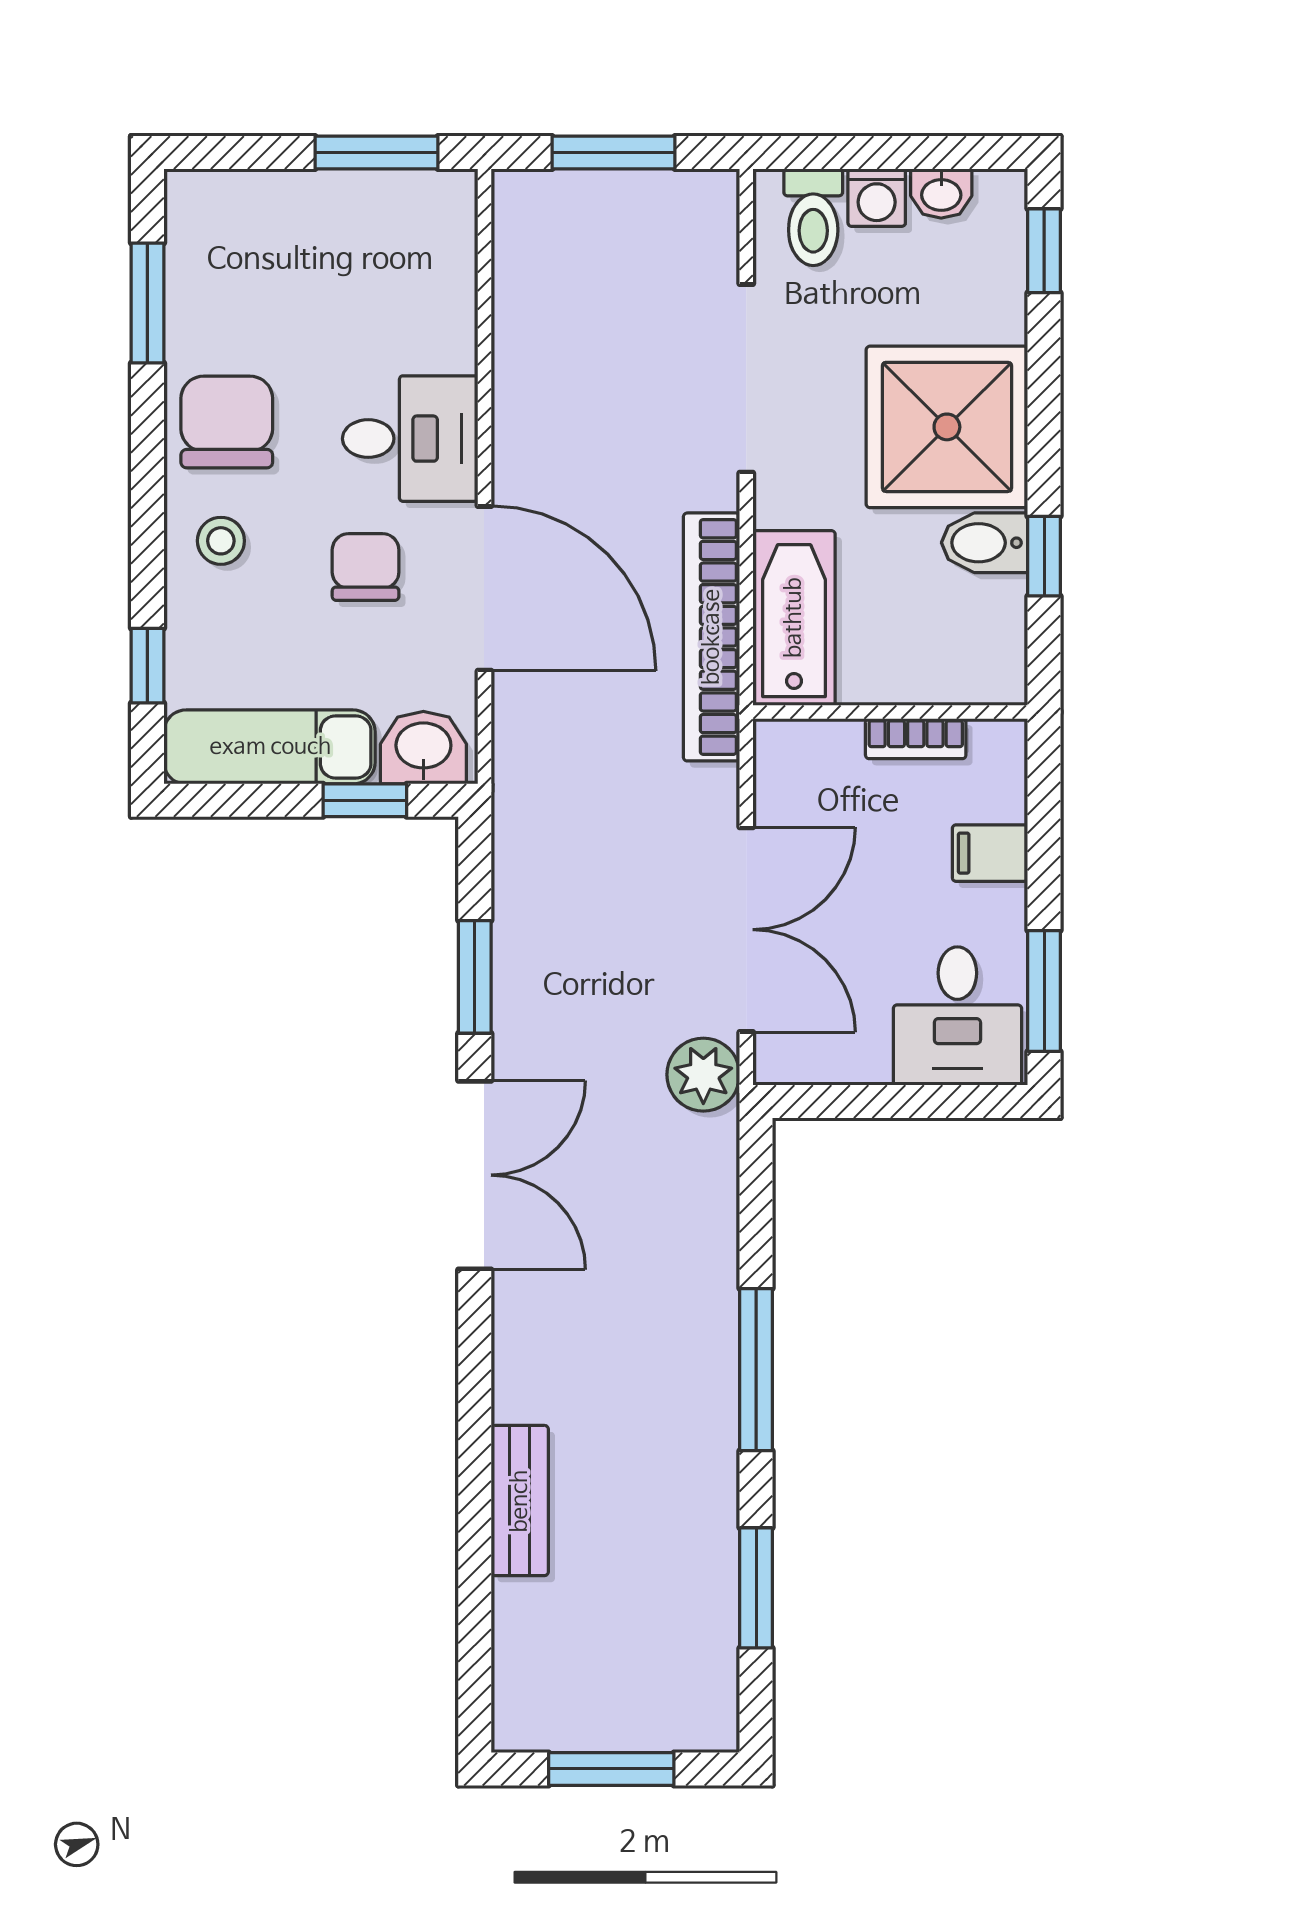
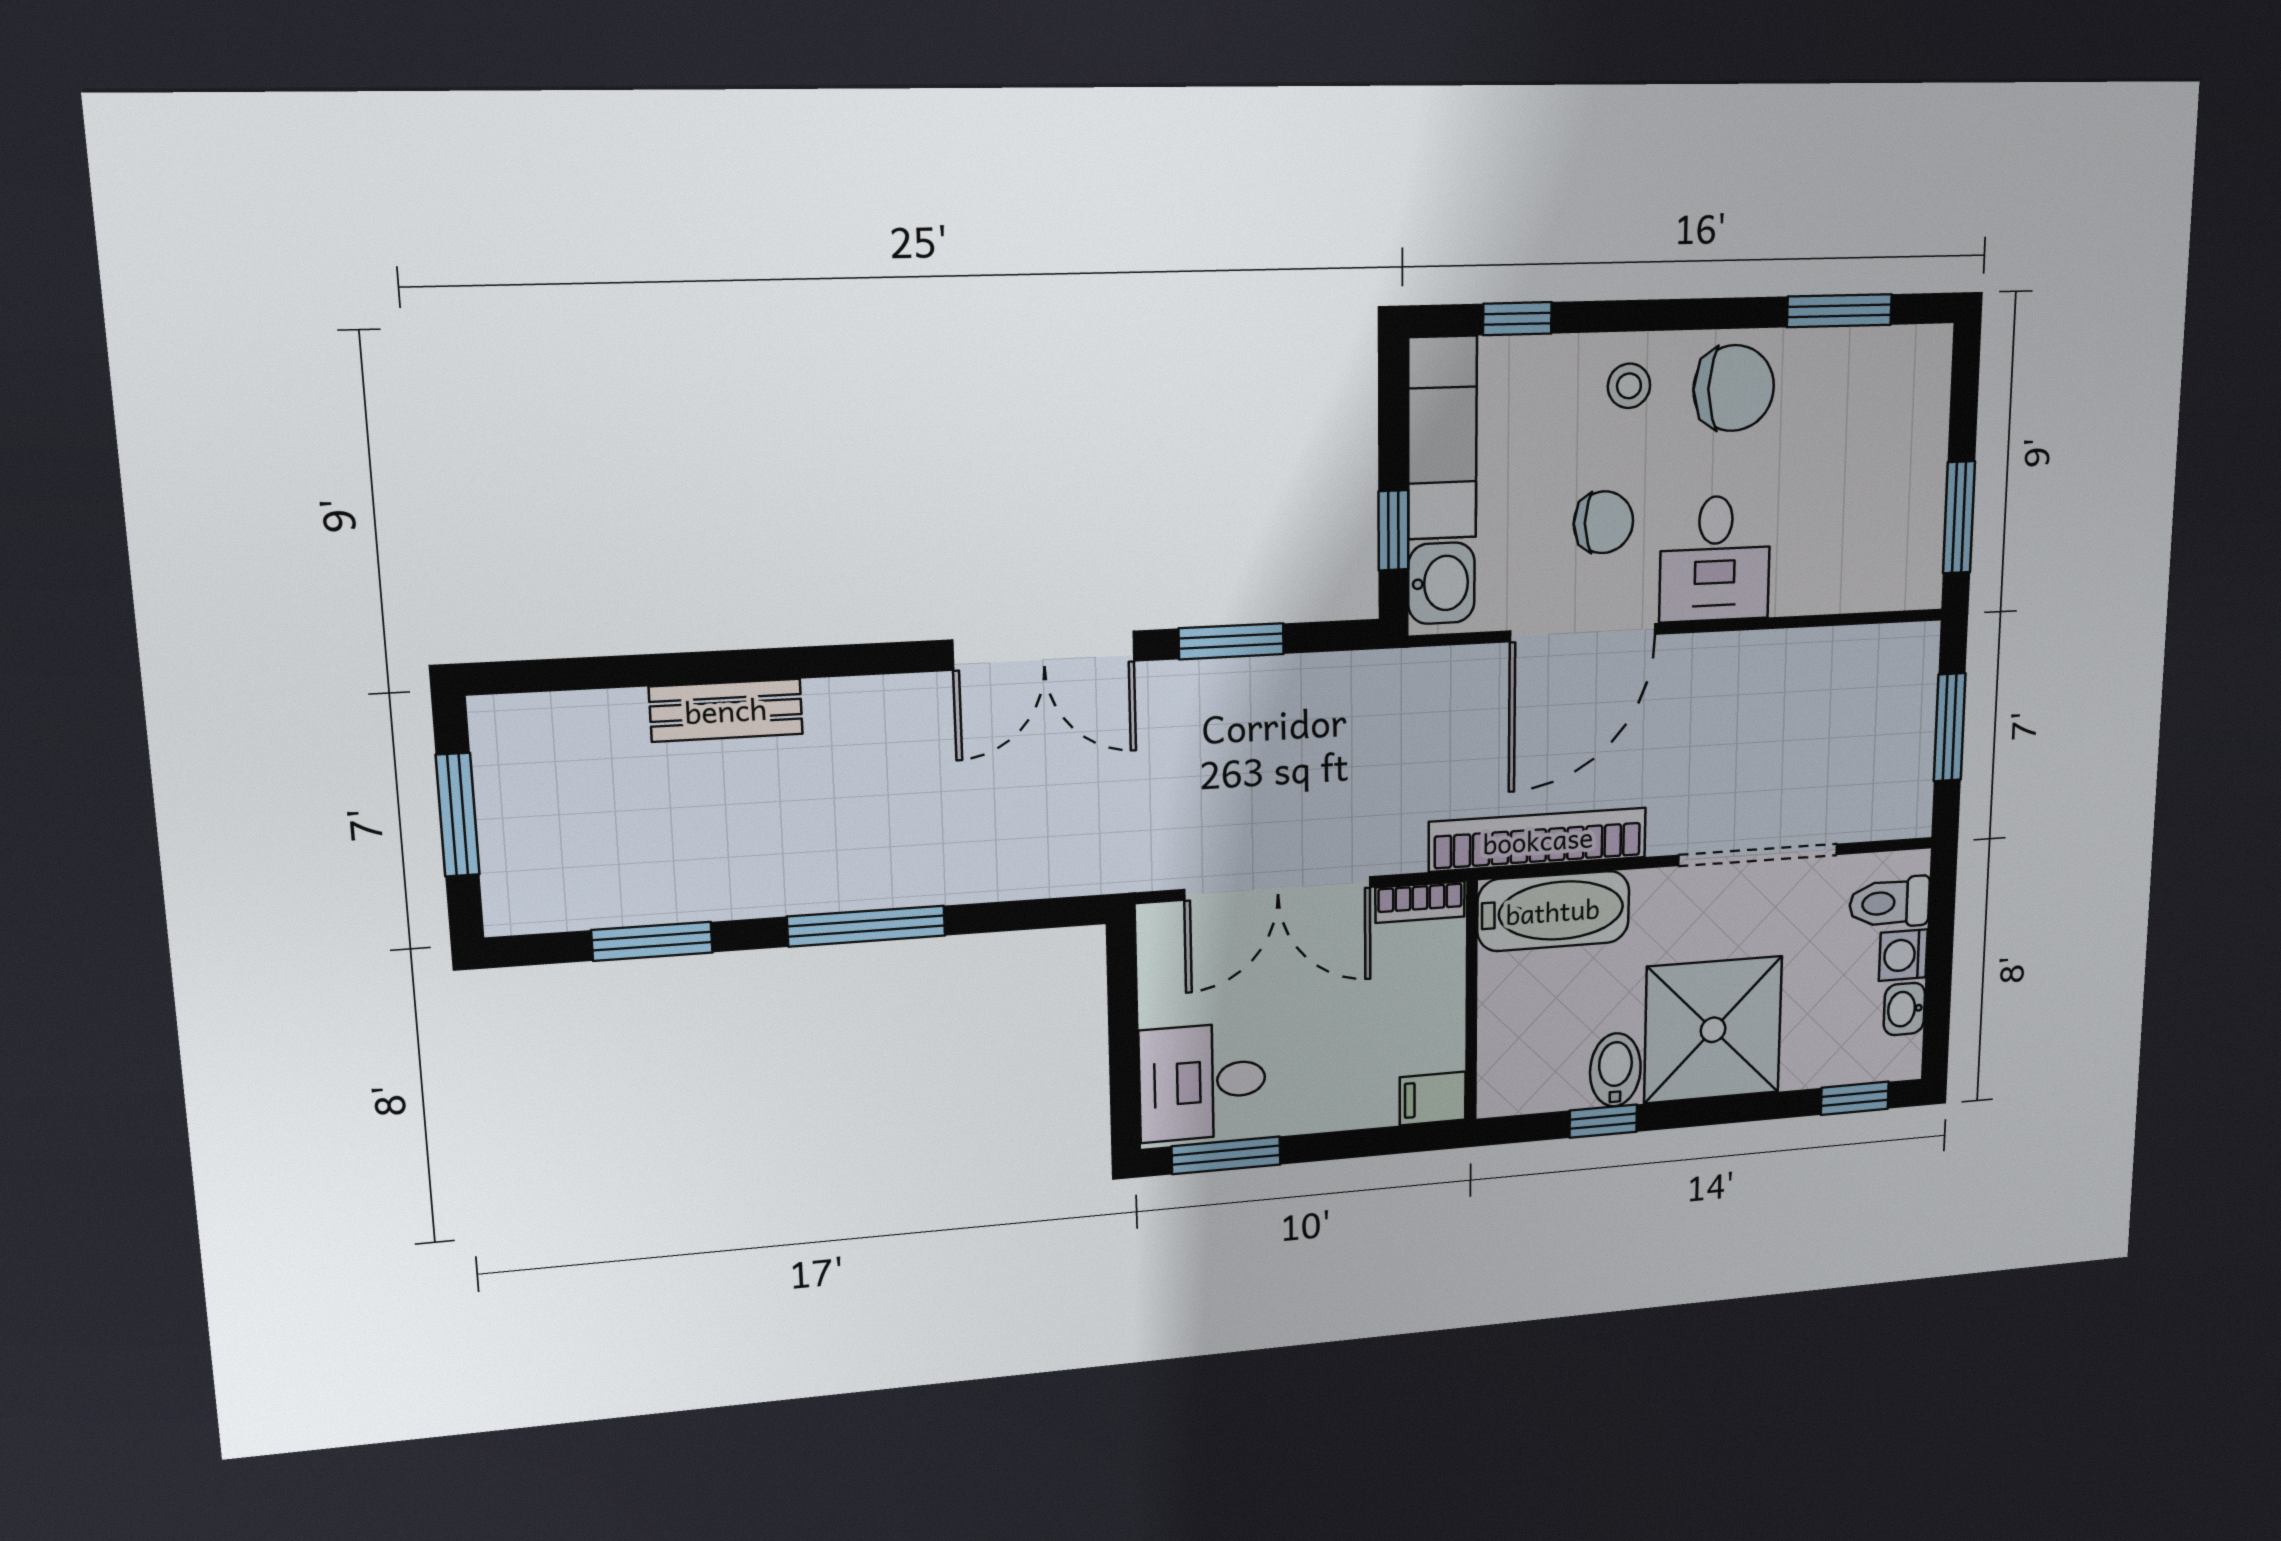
bookcase: (916, 739) -> (1420, 902), moved, turned -90
filing cabinet: (990, 853) -> (1433, 1098), moved, turned -90
plant: (703, 1075) -> (1144, 858), removed

